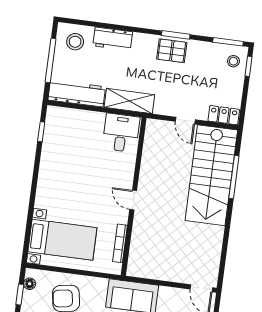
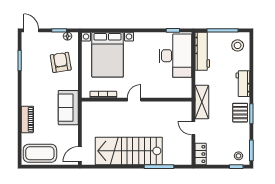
workbench: (113, 39) -> (243, 84), moved
shelving: (129, 101) -> (202, 102), moved
door: (185, 121) -> (193, 128), hinge flipped
desk: (121, 133) -> (175, 56), moved, width x1.87, depth x1.30
stairs: (211, 175) -> (129, 151), moved
bed with nightstands: (62, 240) -> (108, 55), width x1.36

